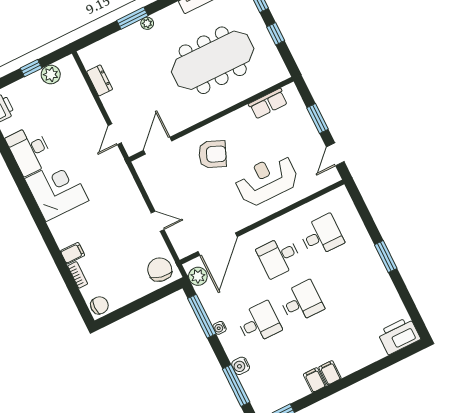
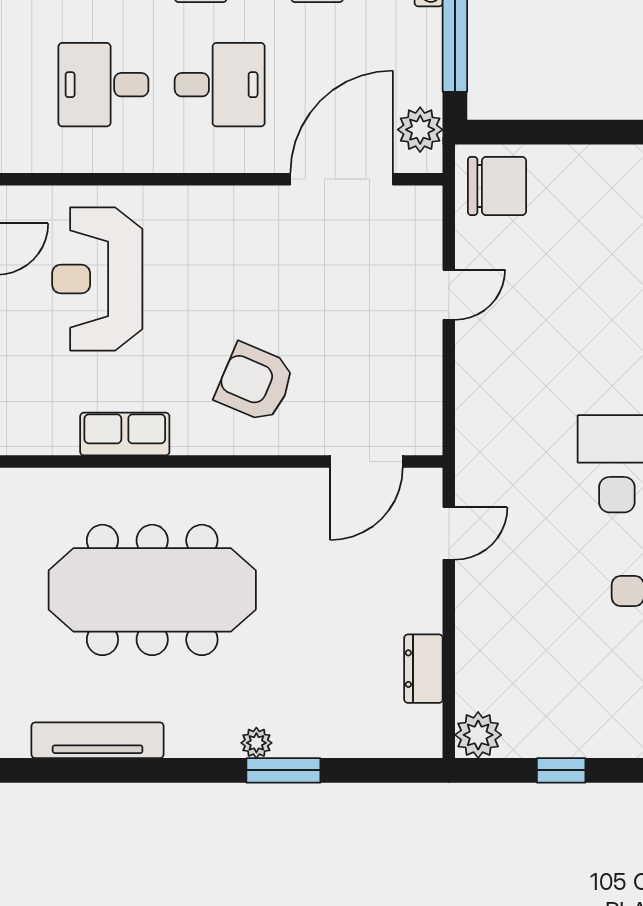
plant: (51, 75) -> (478, 735), moved
row of seats: (268, 104) -> (125, 434), moved
reception desk: (267, 180) -> (97, 279), moved, turned 90
door: (158, 221) -> (449, 295), swing flipped
chair: (160, 270) -> (497, 186), turned -101

